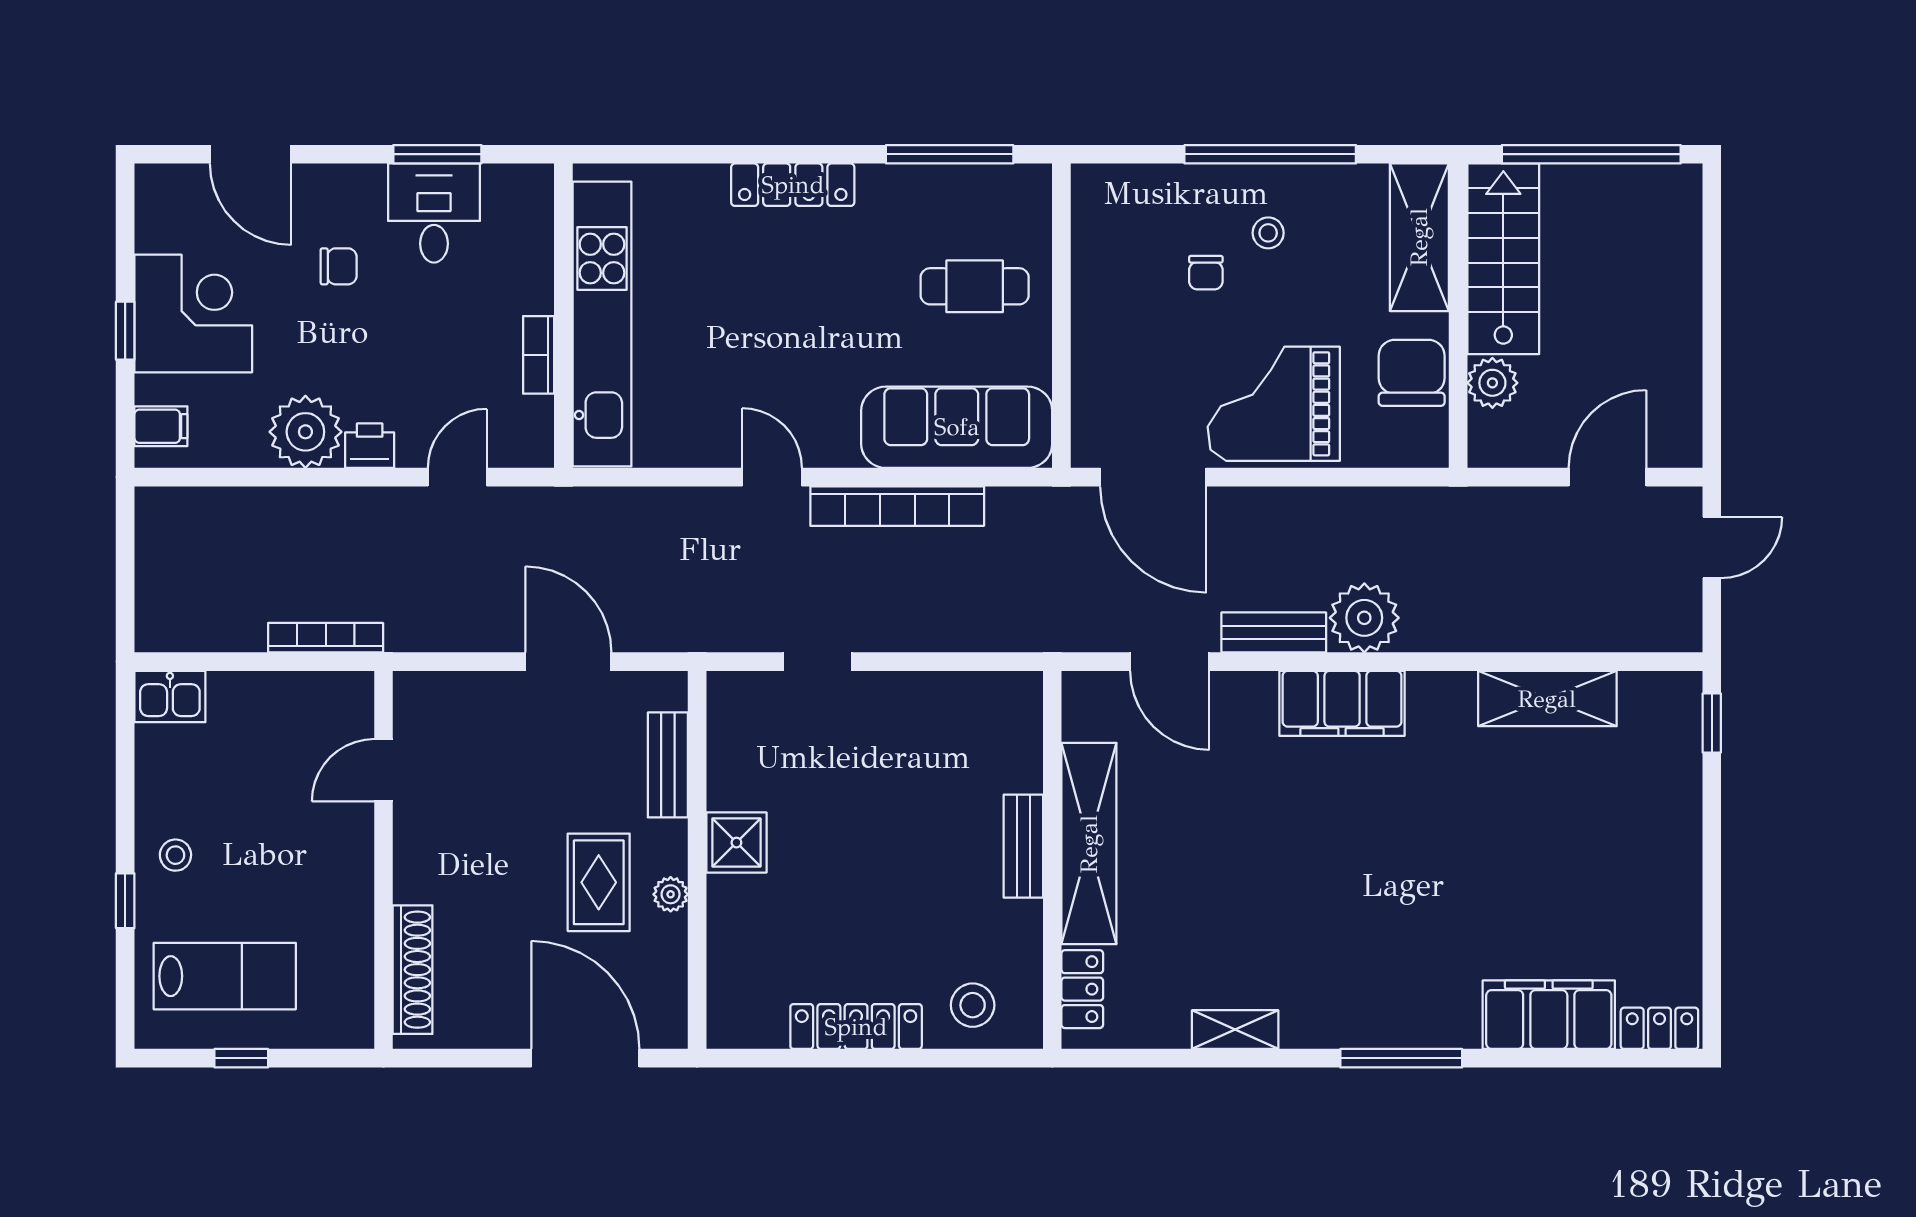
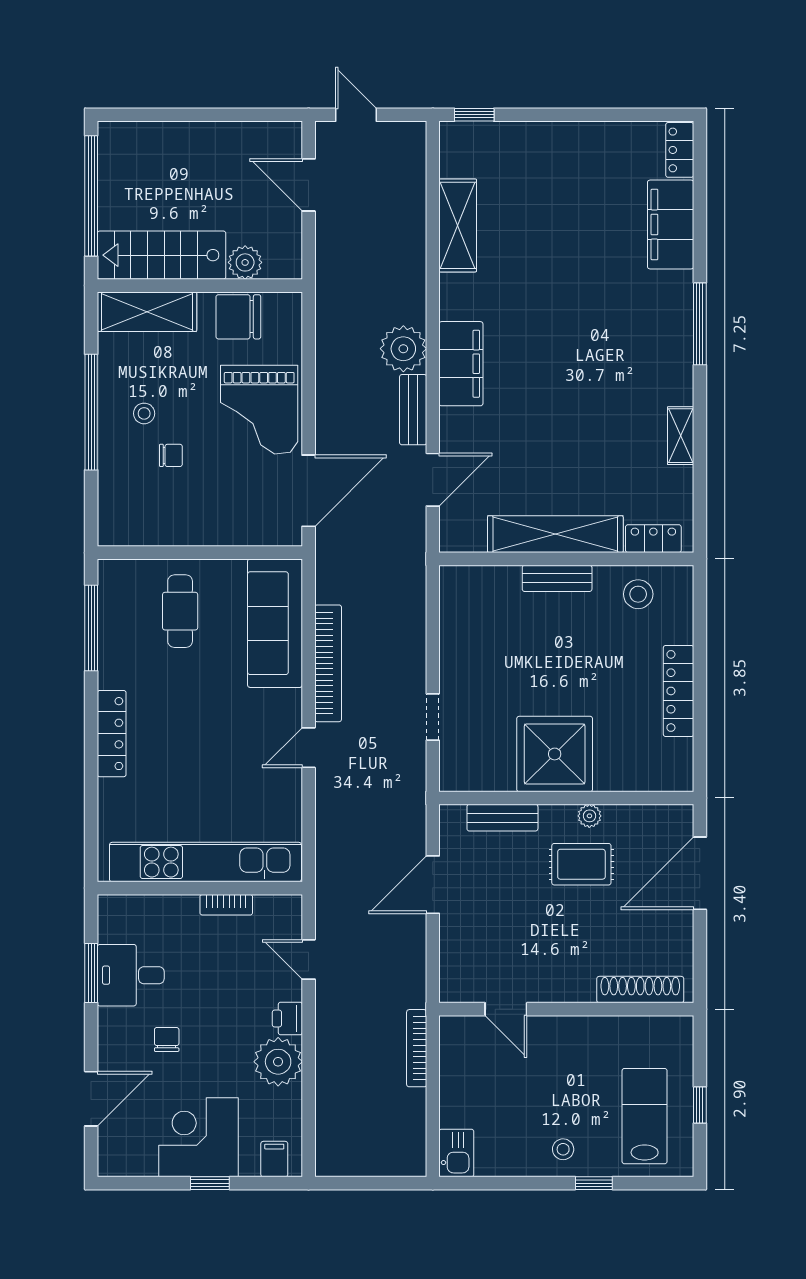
shower: (736, 843) -> (555, 754), width x1.86, depth x1.86
stool: (973, 1005) -> (638, 594), moved

